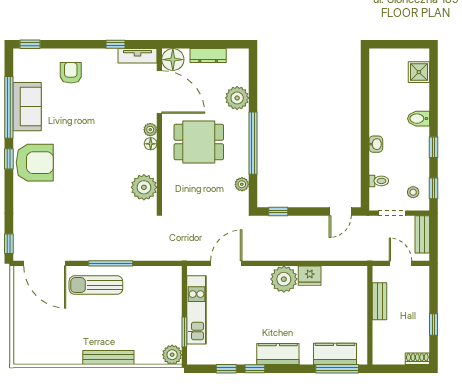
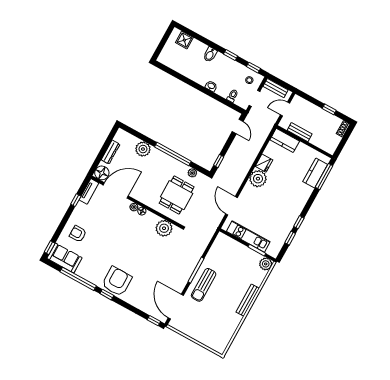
sofa: (27, 107) -> (64, 258), moved
dining table: (199, 142) -> (177, 195), moved
door: (45, 263) -> (176, 307), swing flipped
kitchen counter: (278, 354) -> (285, 140), moved, turned -90

